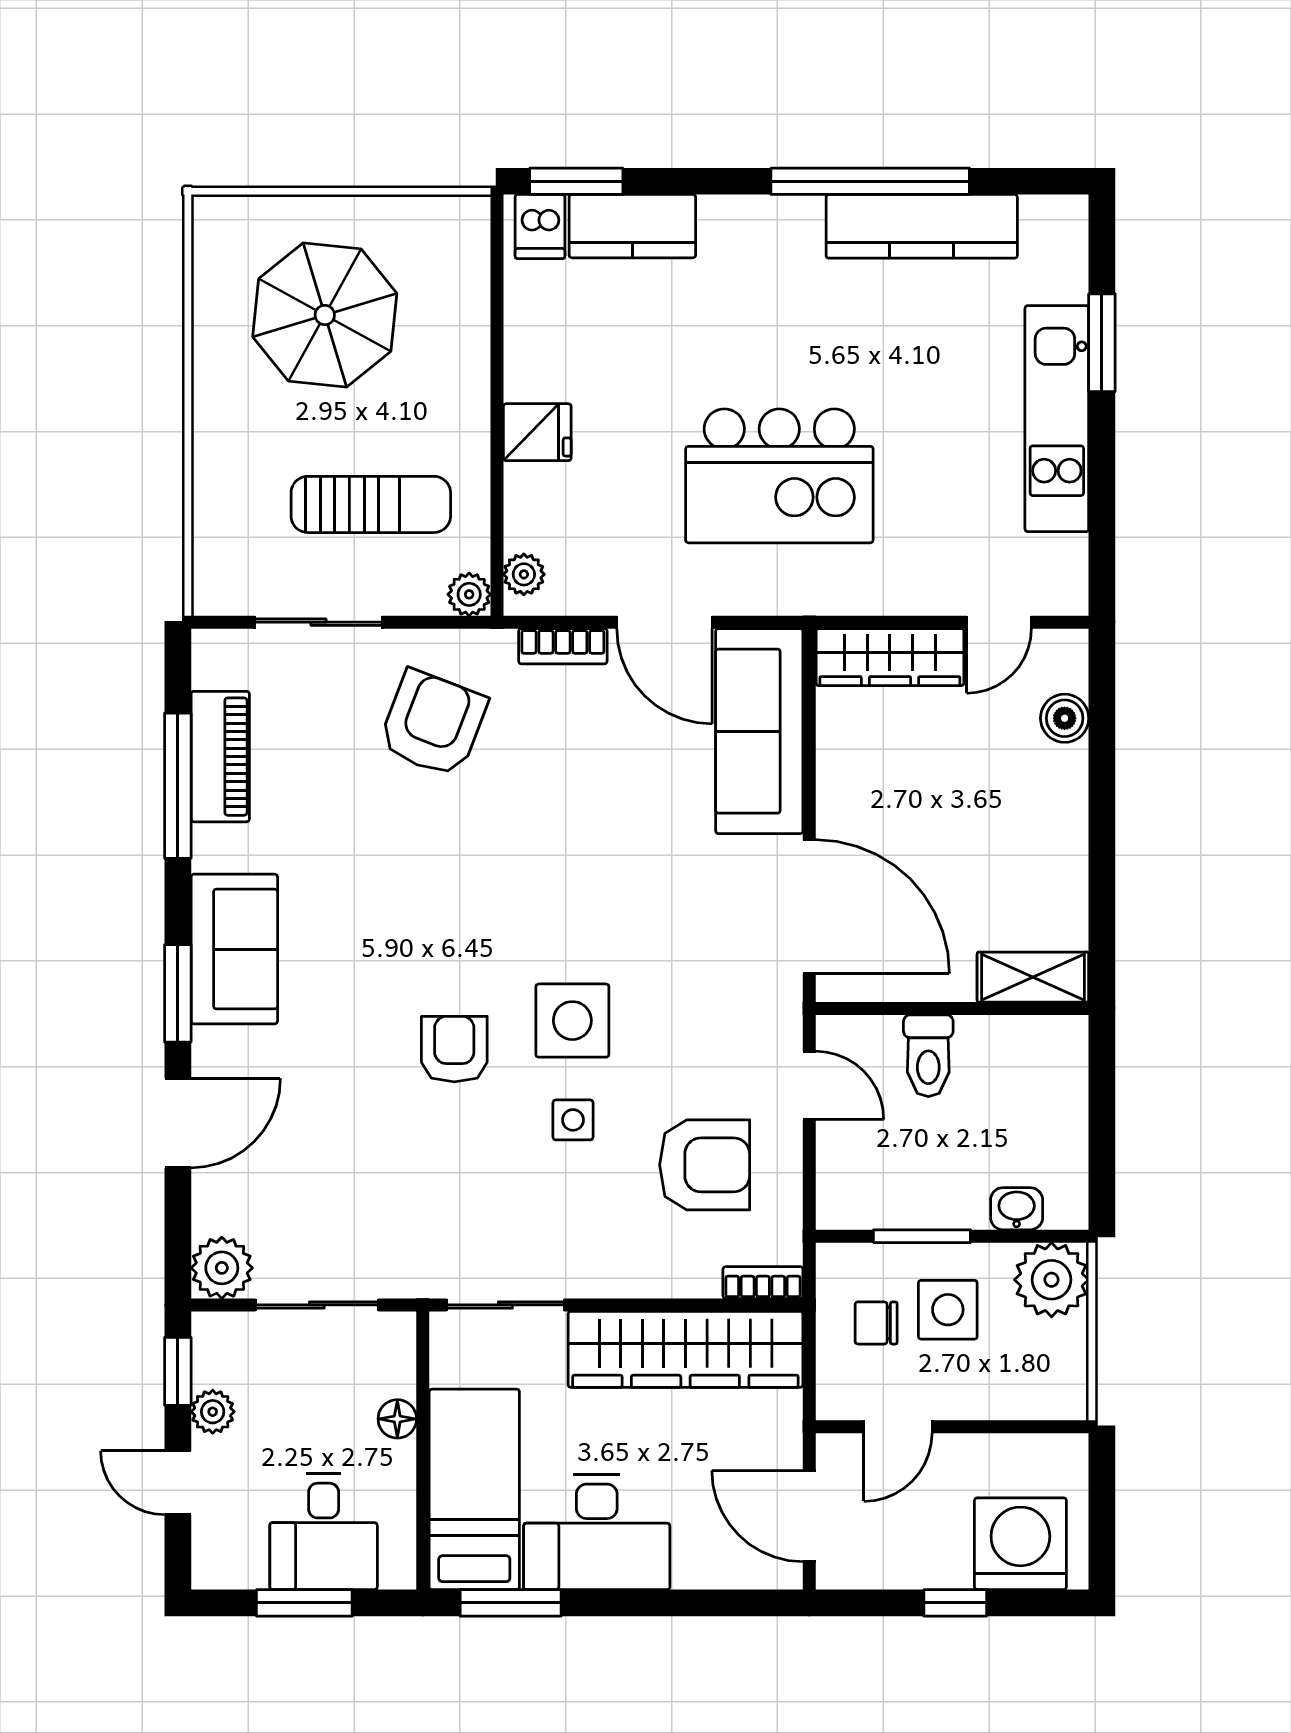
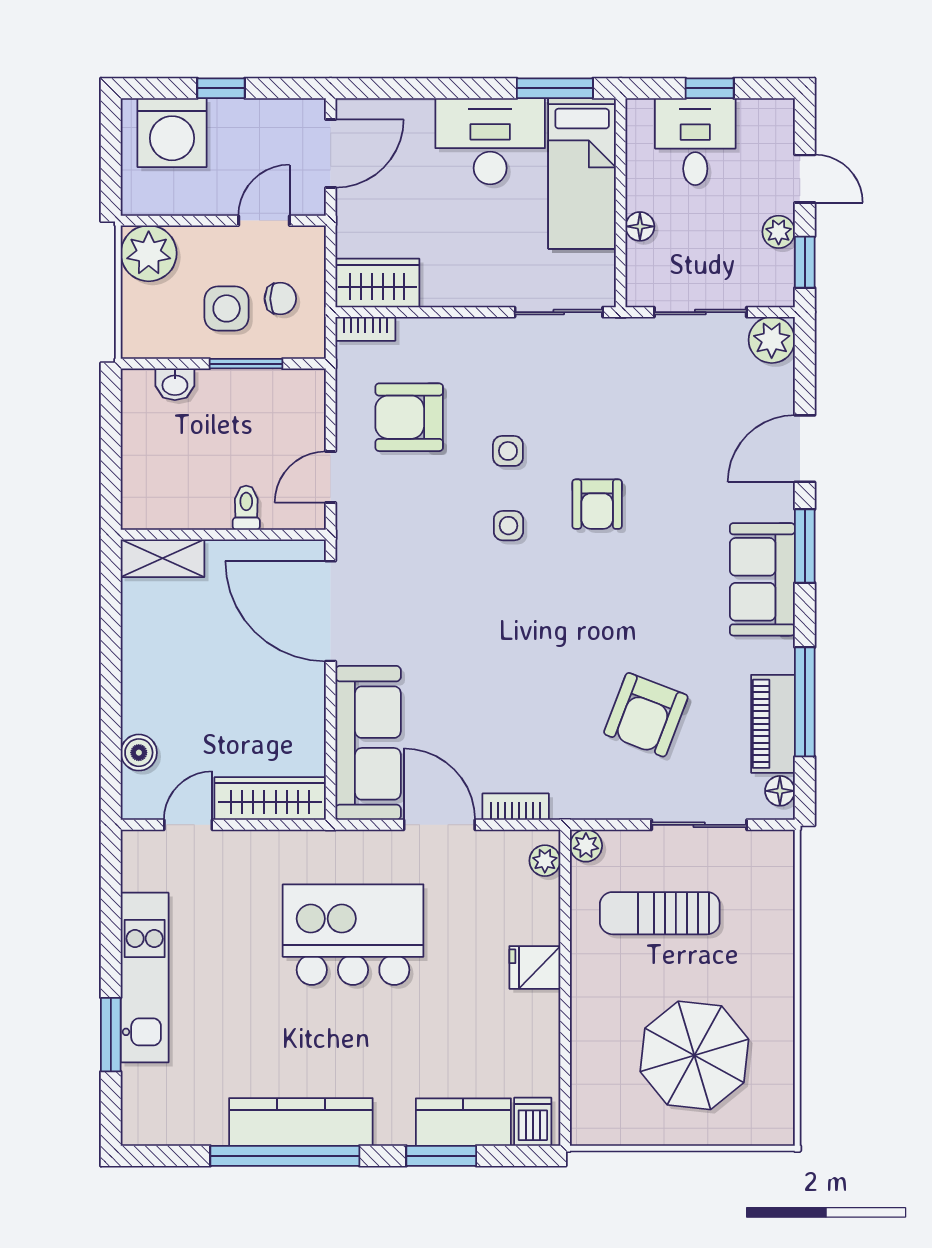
window: (576, 181) -> (441, 1156), moved
kitchen counter: (922, 226) -> (301, 1122), moved
floor lamp: (211, 667) -> (780, 791), added
armchair: (433, 724) -> (646, 715), moved
side table: (572, 1021) -> (508, 526), width x0.54, depth x0.54
toilet: (928, 1056) -> (246, 508), width x0.73, depth x0.72
door: (809, 1085) -> (331, 477), hinge flipped
plant: (1052, 1280) -> (149, 253), moved
wardrobe: (685, 1349) -> (377, 283), width x0.48, depth x0.85
door: (809, 1516) -> (331, 153), hinge flipped
window: (304, 1603) -> (710, 88), width x0.67

